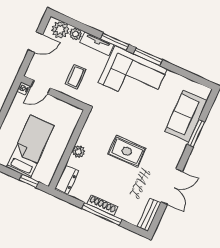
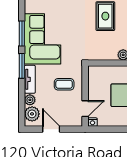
door: (41, 87) -> (85, 109), hinge flipped

